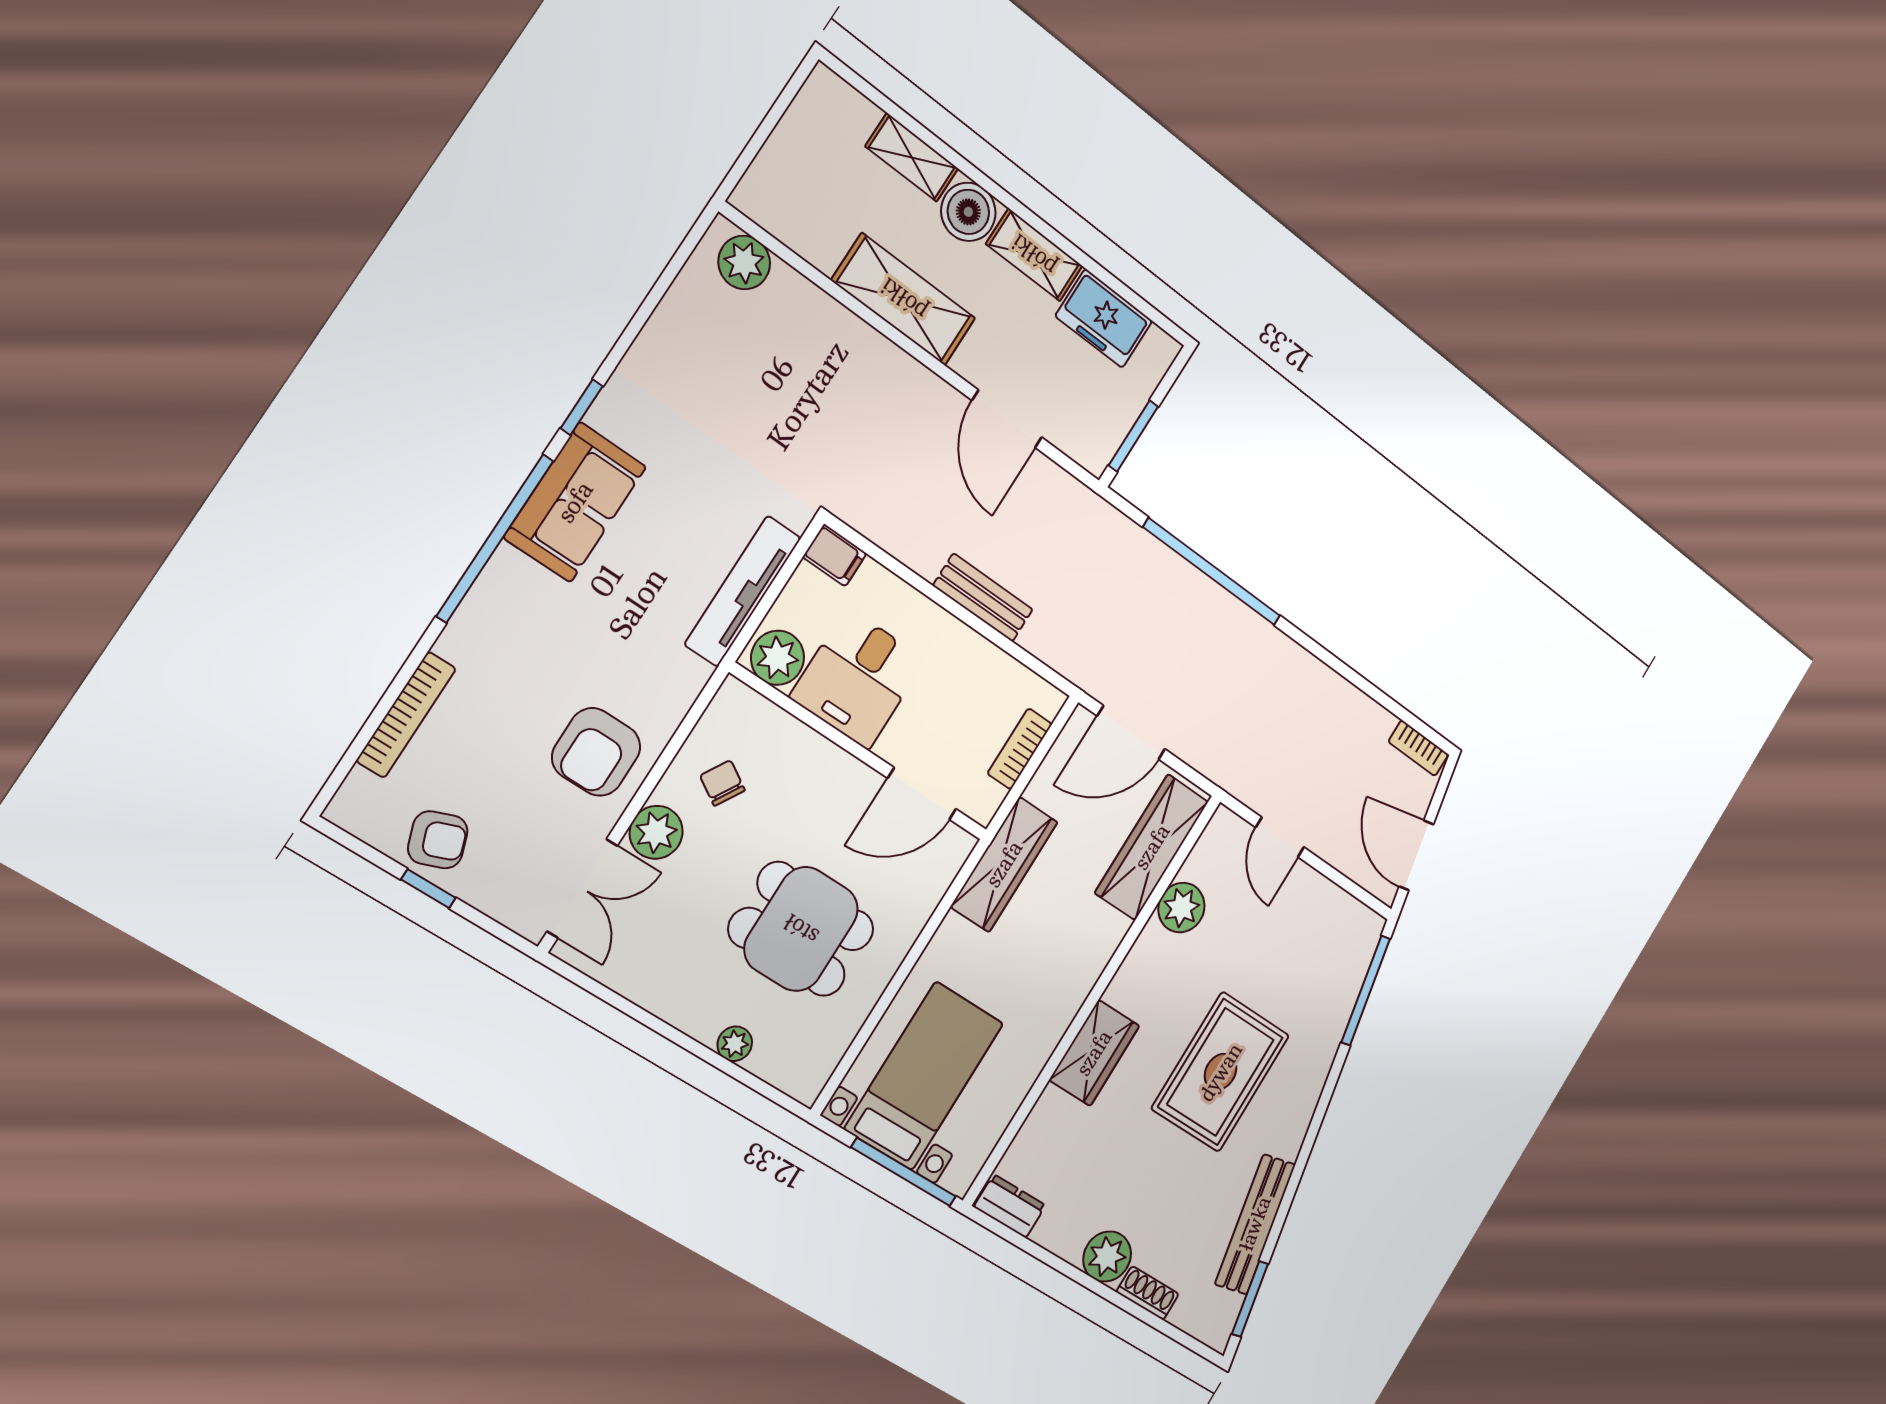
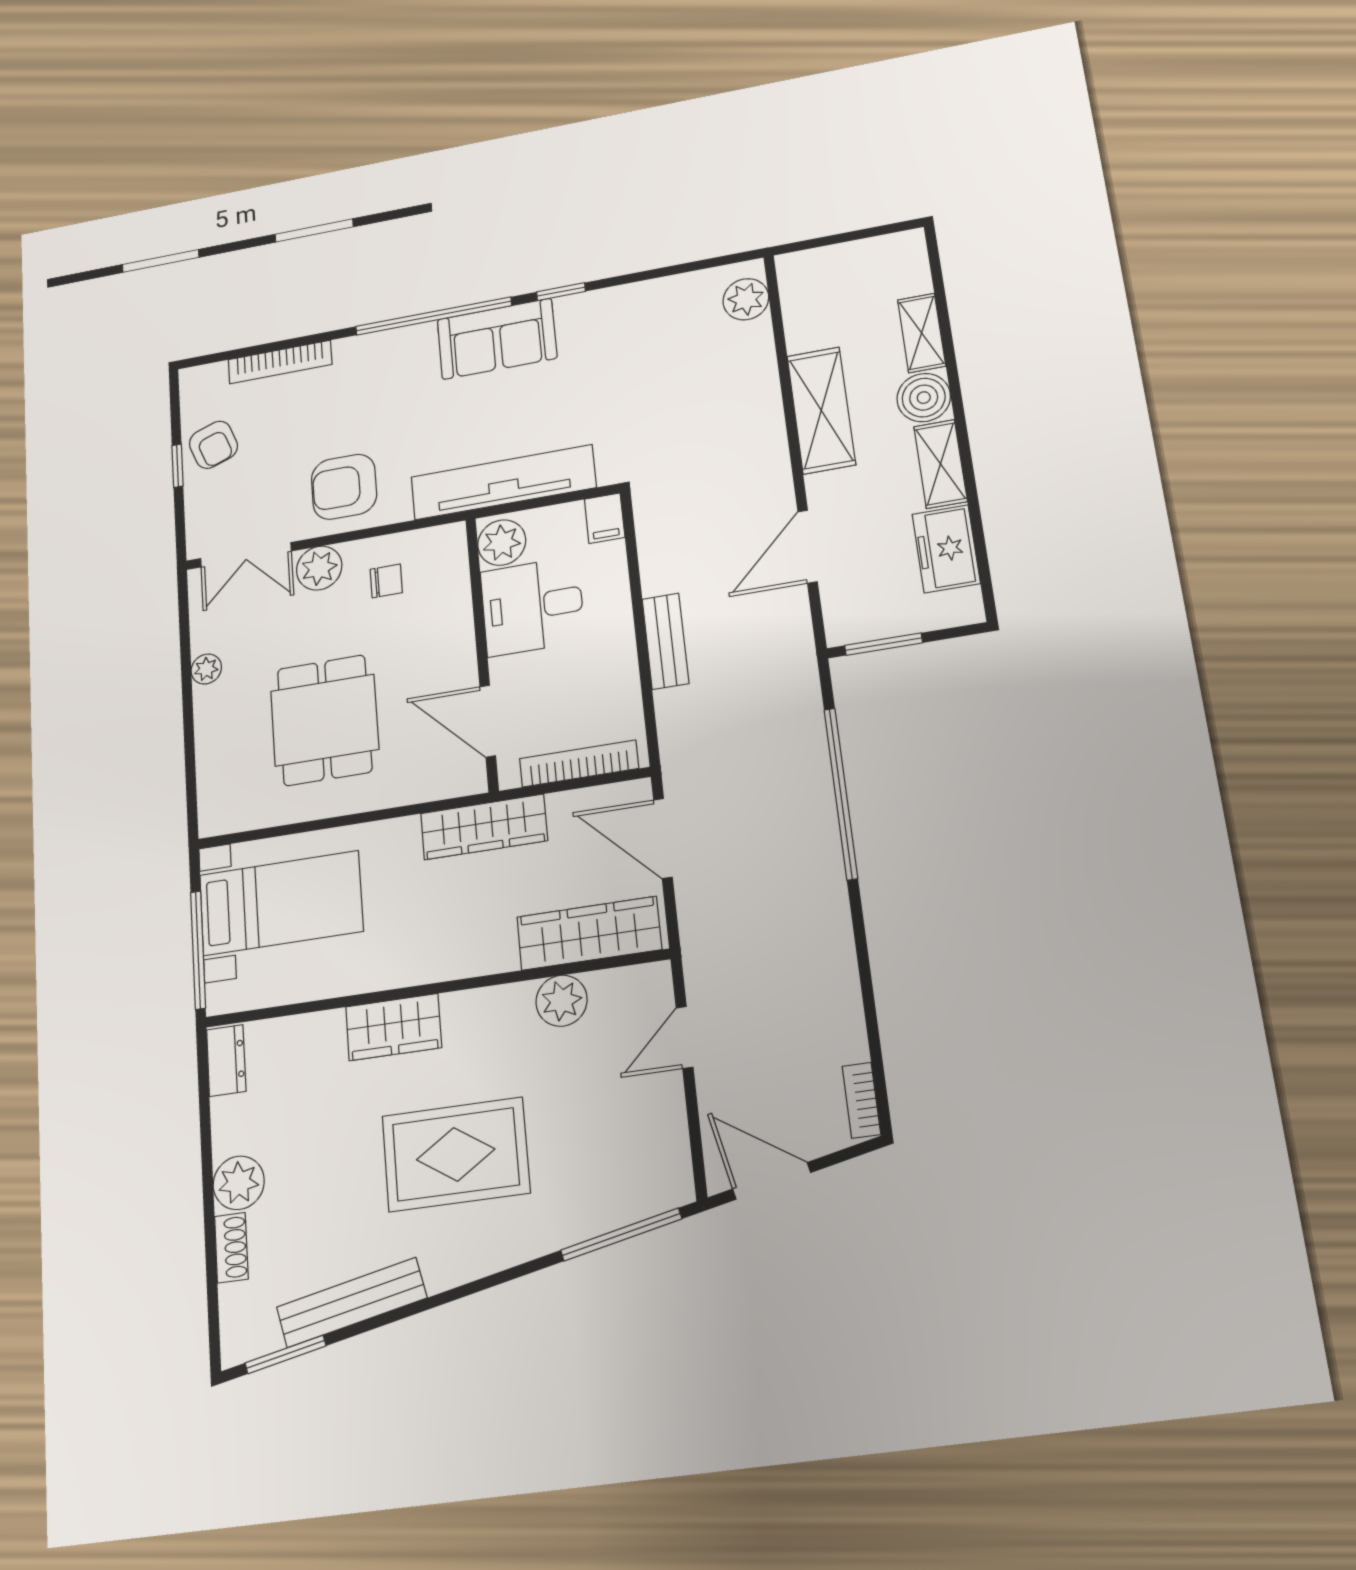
tv unit: (743, 591) -> (503, 482), width x1.36, depth x1.29
bookcase: (1020, 749) -> (579, 763), width x1.56
chair: (722, 783) -> (386, 581), turned 59
door: (1416, 855) -> (772, 1181), hinge flipped
plant: (735, 1044) -> (206, 669), moved

